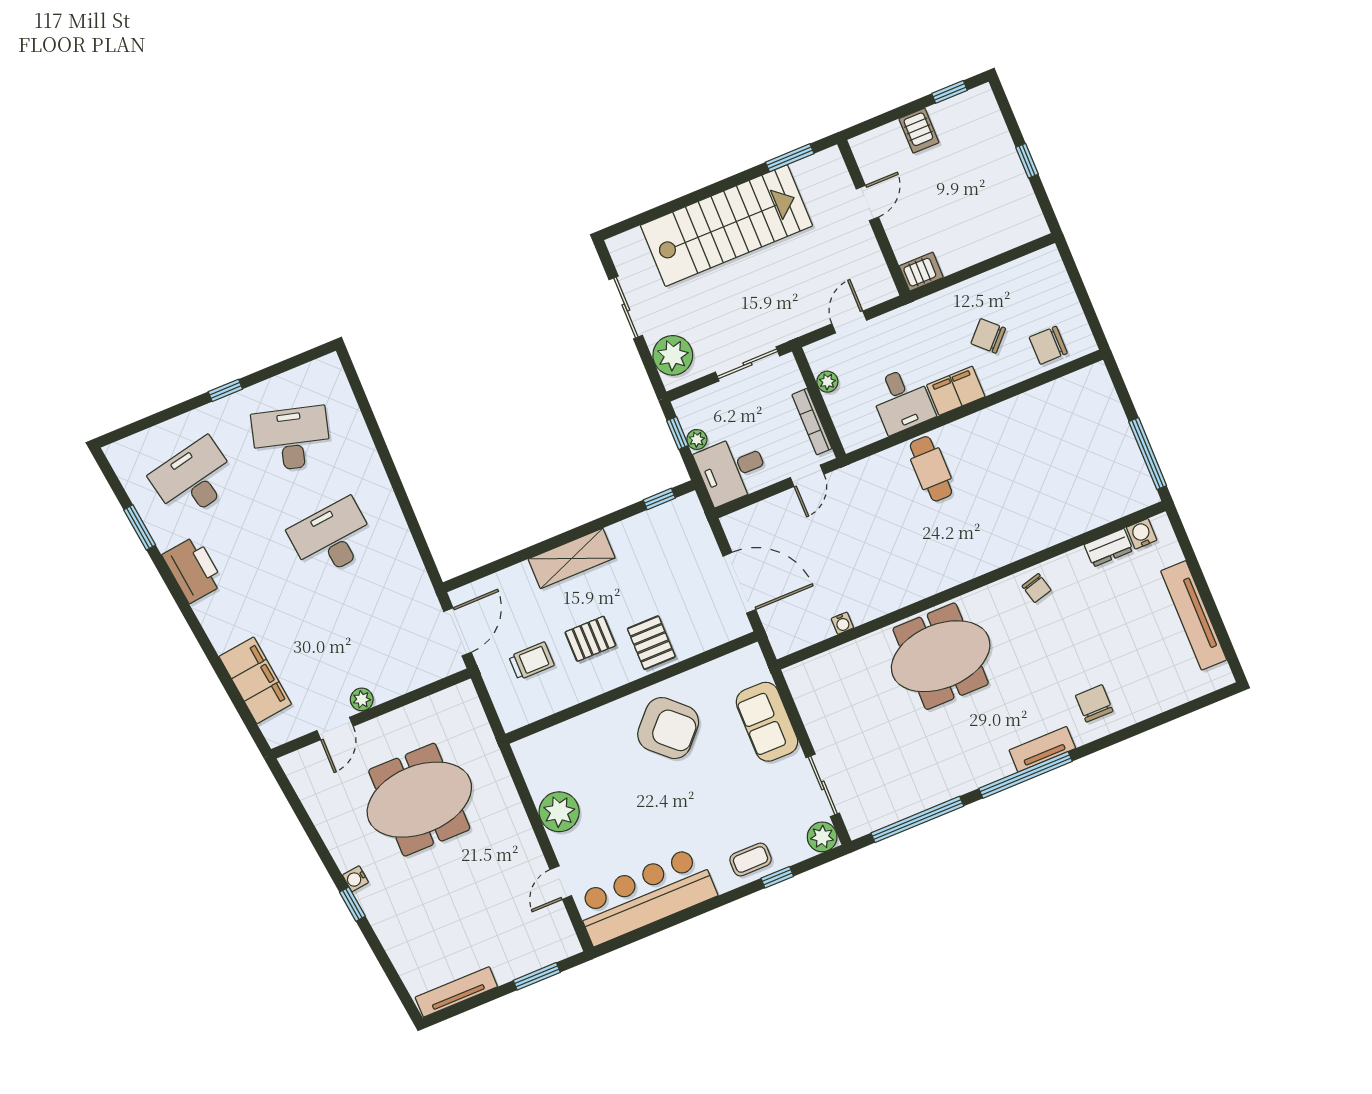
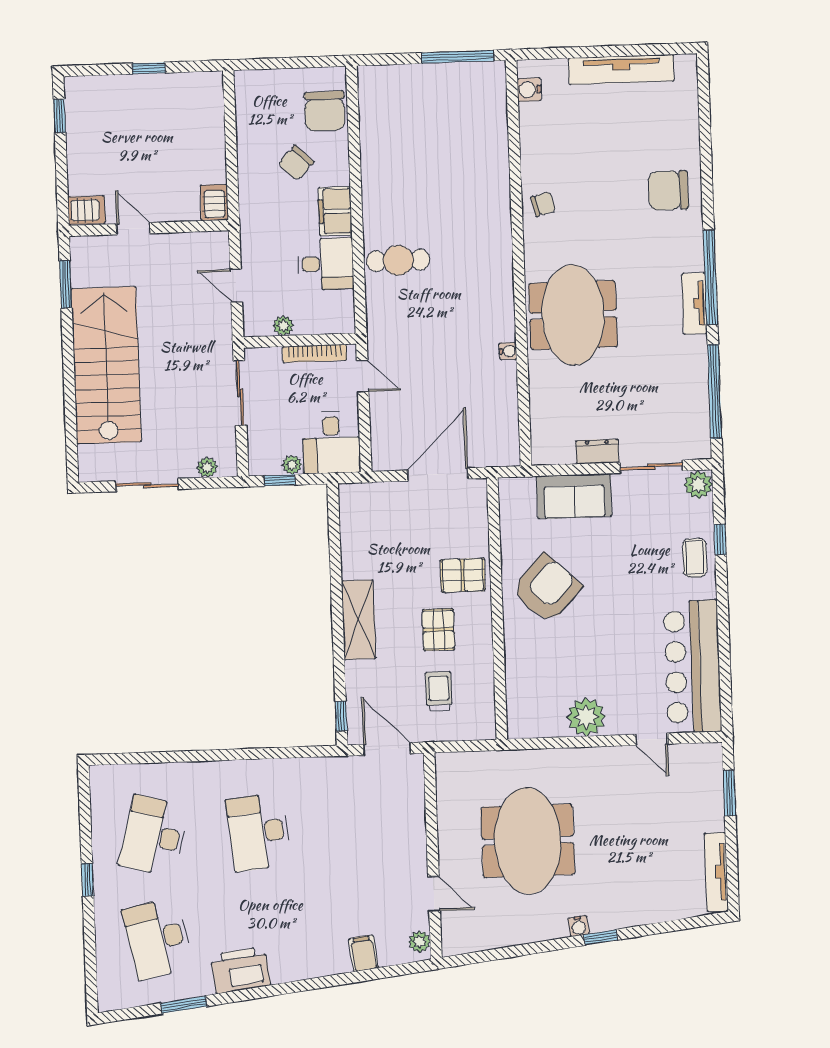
server rack: (919, 131) -> (87, 210), moved
chair: (1048, 345) -> (325, 111), width x1.37, depth x1.37
plant: (673, 355) -> (207, 467), width x0.53, depth x0.53
window: (659, 499) -> (341, 716), moved
dresser: (1109, 548) -> (597, 451), moved, turned -90
water cooler: (842, 623) -> (508, 351), moved
filing cabinet: (255, 680) -> (363, 953), width x0.33, depth x0.86
plant: (362, 699) -> (420, 942), moved
chair: (1094, 703) -> (668, 190), width x1.37, depth x1.37
tv unit: (1042, 749) -> (694, 303), moved

